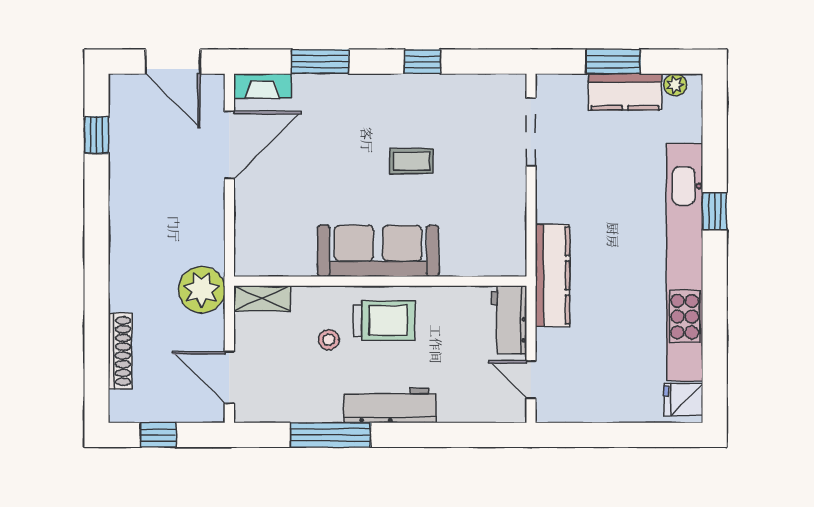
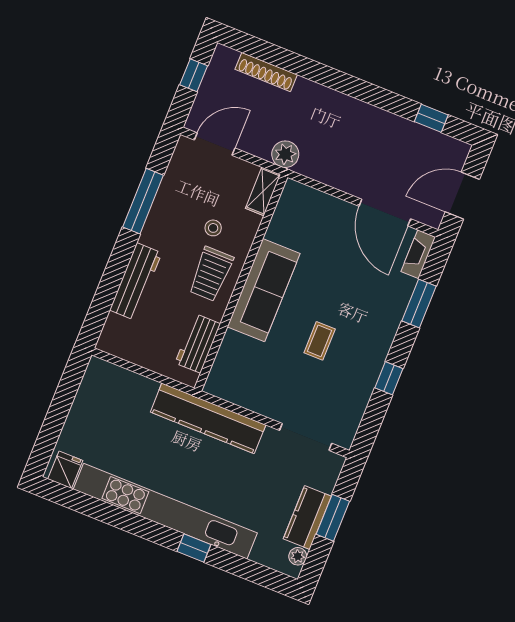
kitchen counter: (553, 275) -> (208, 418), width x1.39, depth x1.17
plant: (202, 290) -> (285, 154), width x0.73, depth x0.73
workbench: (509, 320) -> (198, 343), moved, turned -90
door: (531, 380) -> (125, 364), removed
workbench: (390, 406) -> (136, 281), moved

